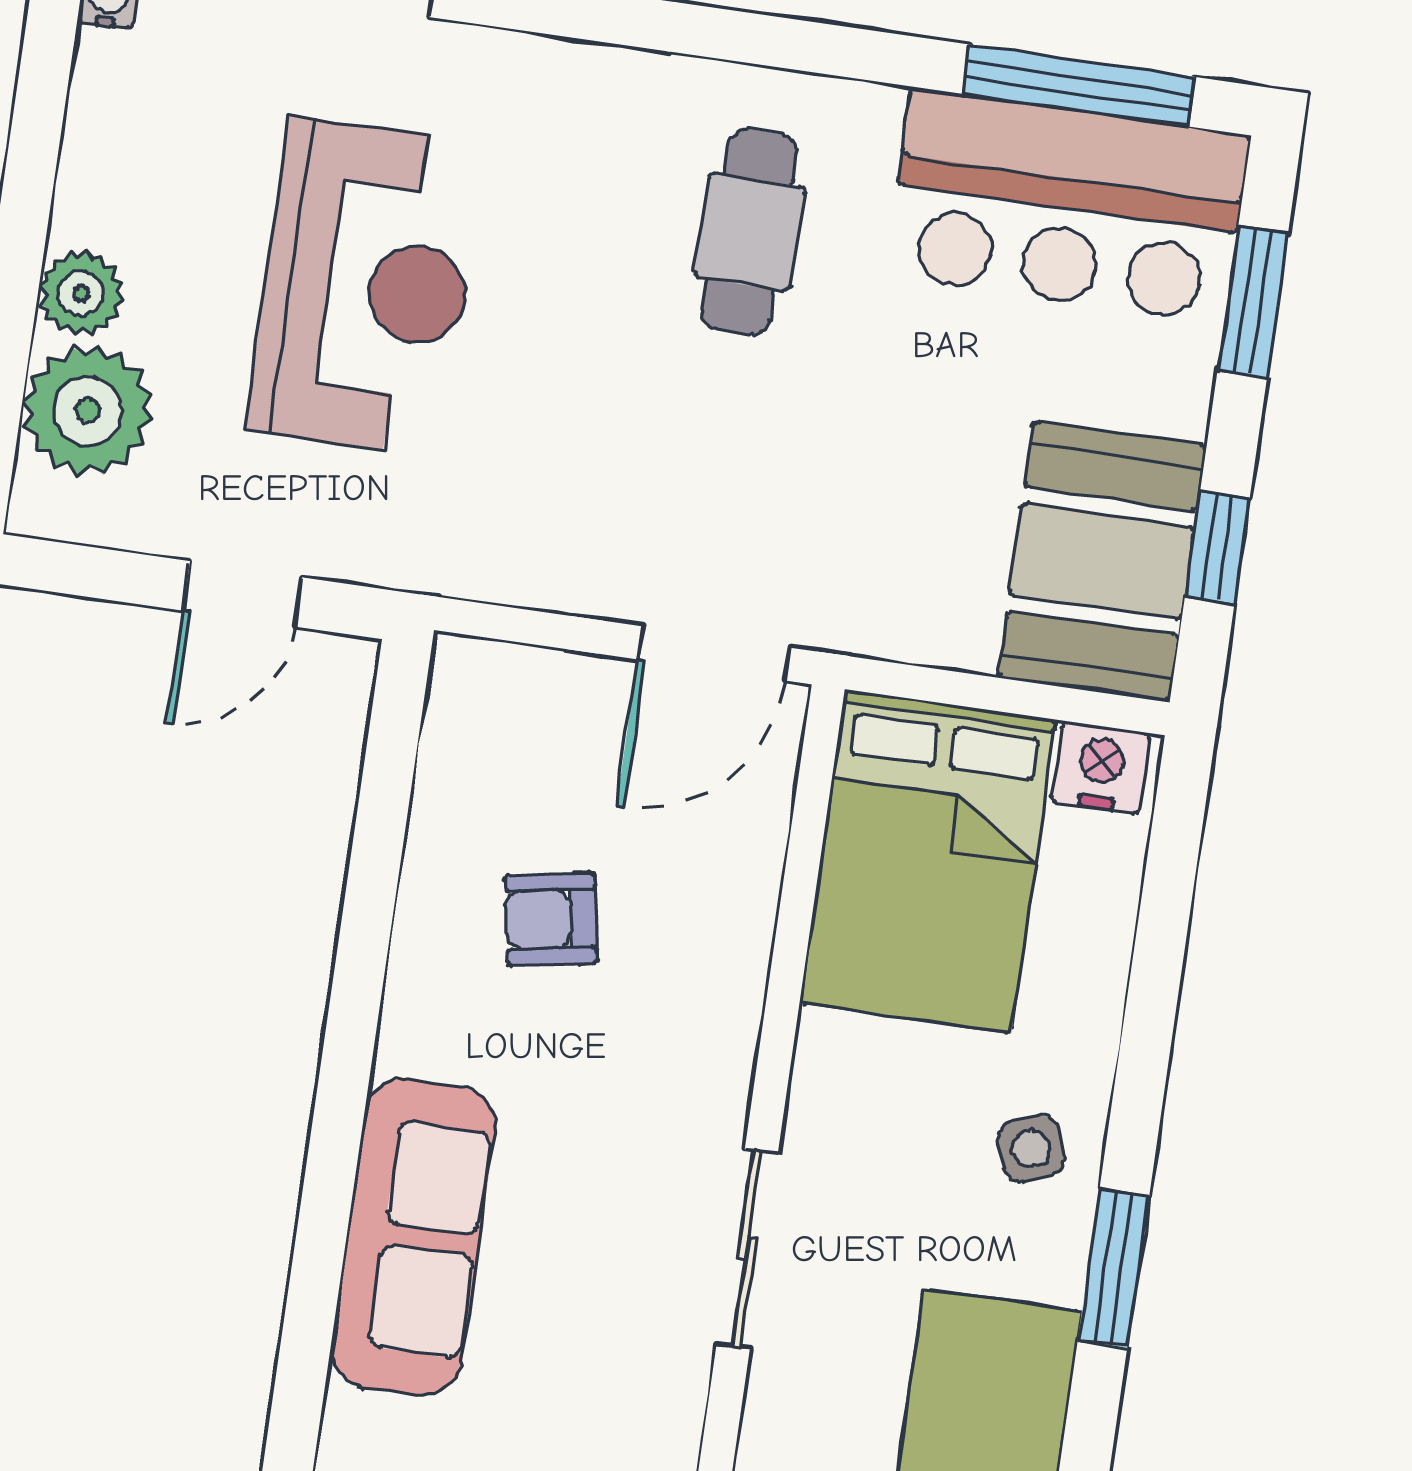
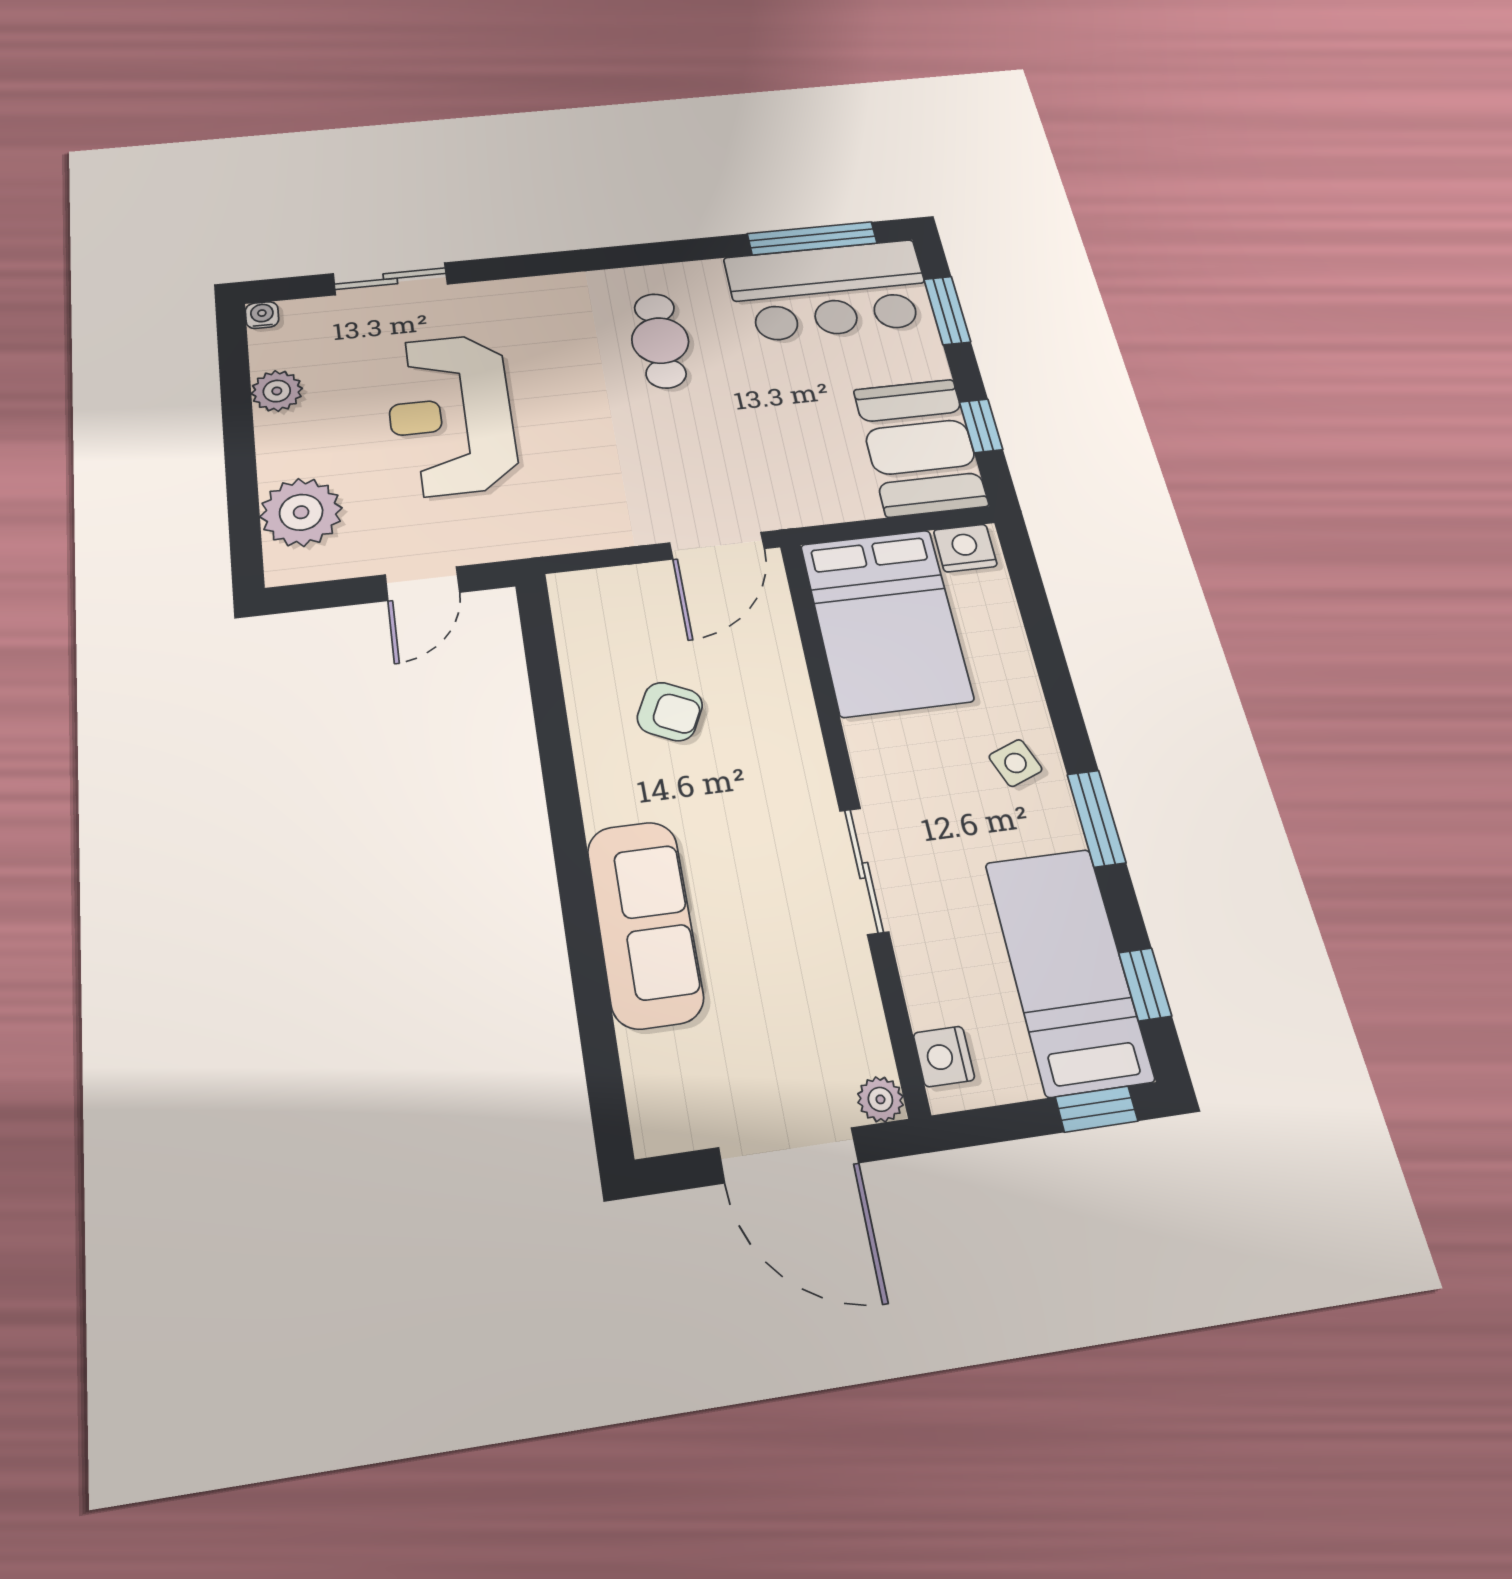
reception desk: (366, 287) -> (450, 414), turned 180
plant: (81, 293) -> (277, 391), moved
armchair: (551, 919) -> (670, 712), turned -144

